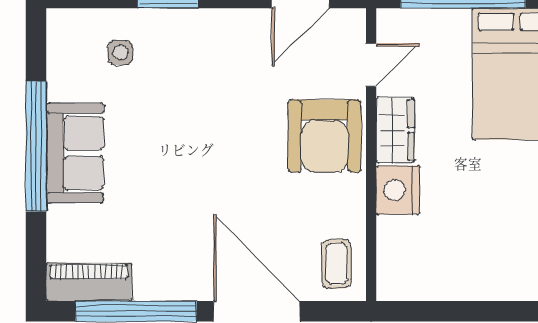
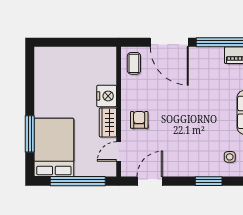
armchair: (324, 136) -> (139, 120), width x0.53, depth x0.53

